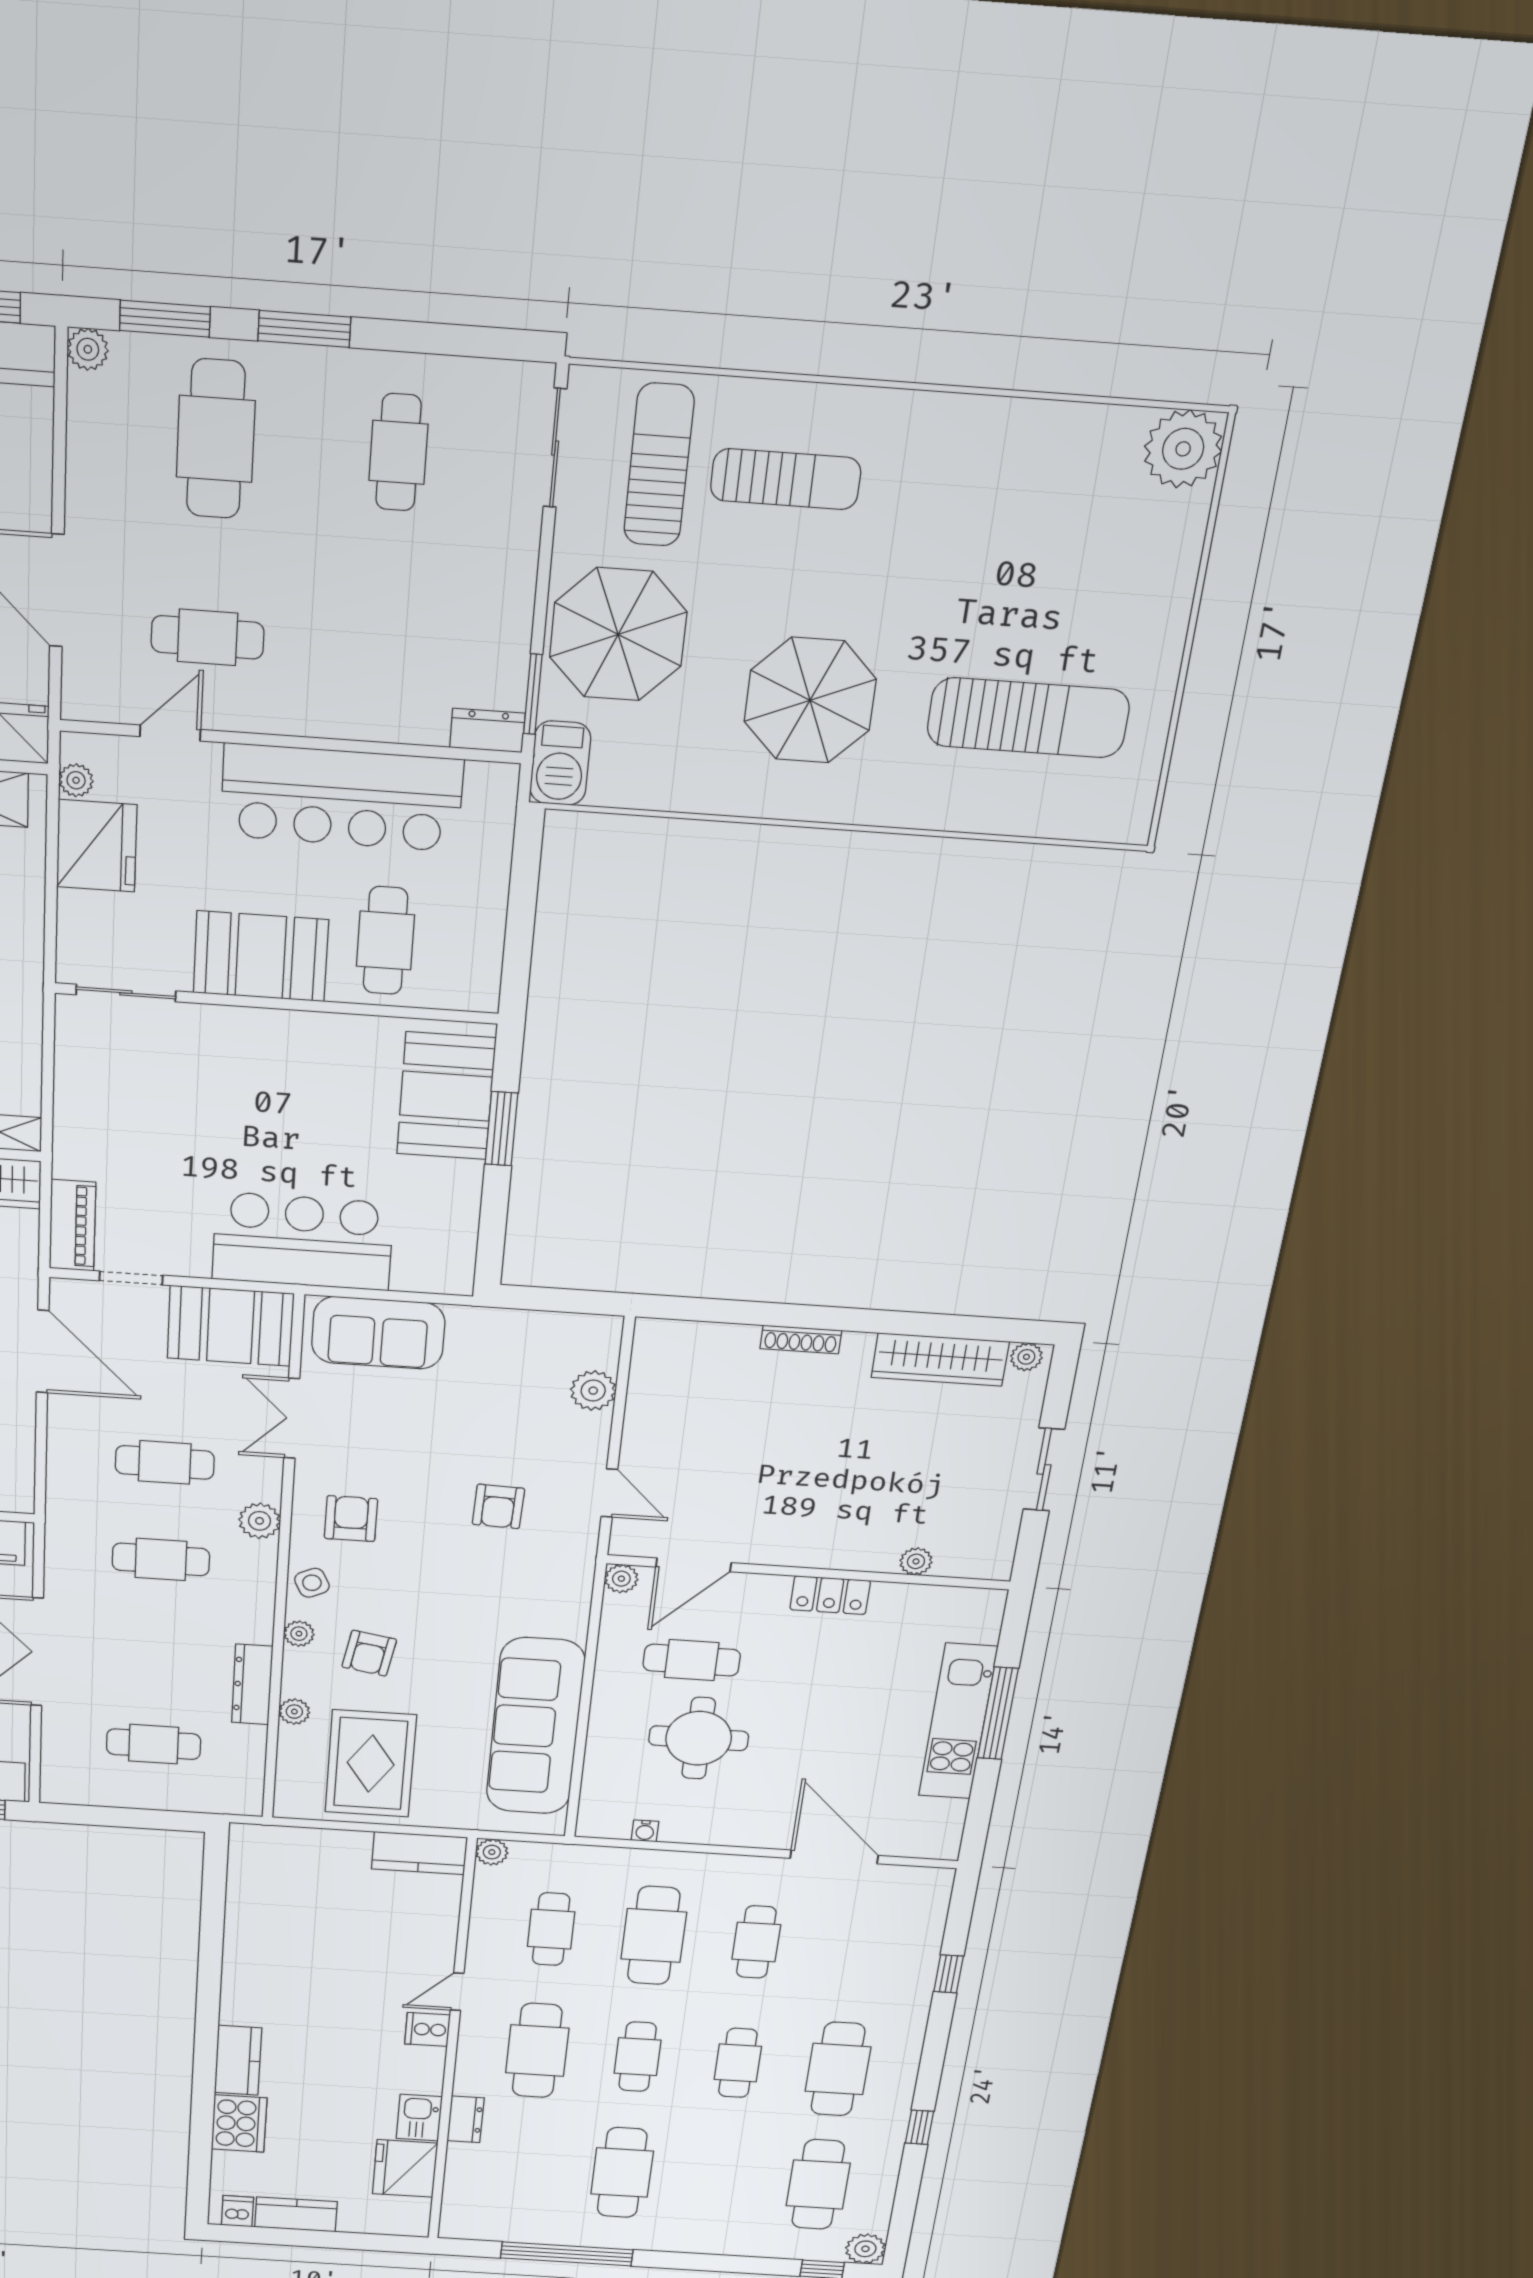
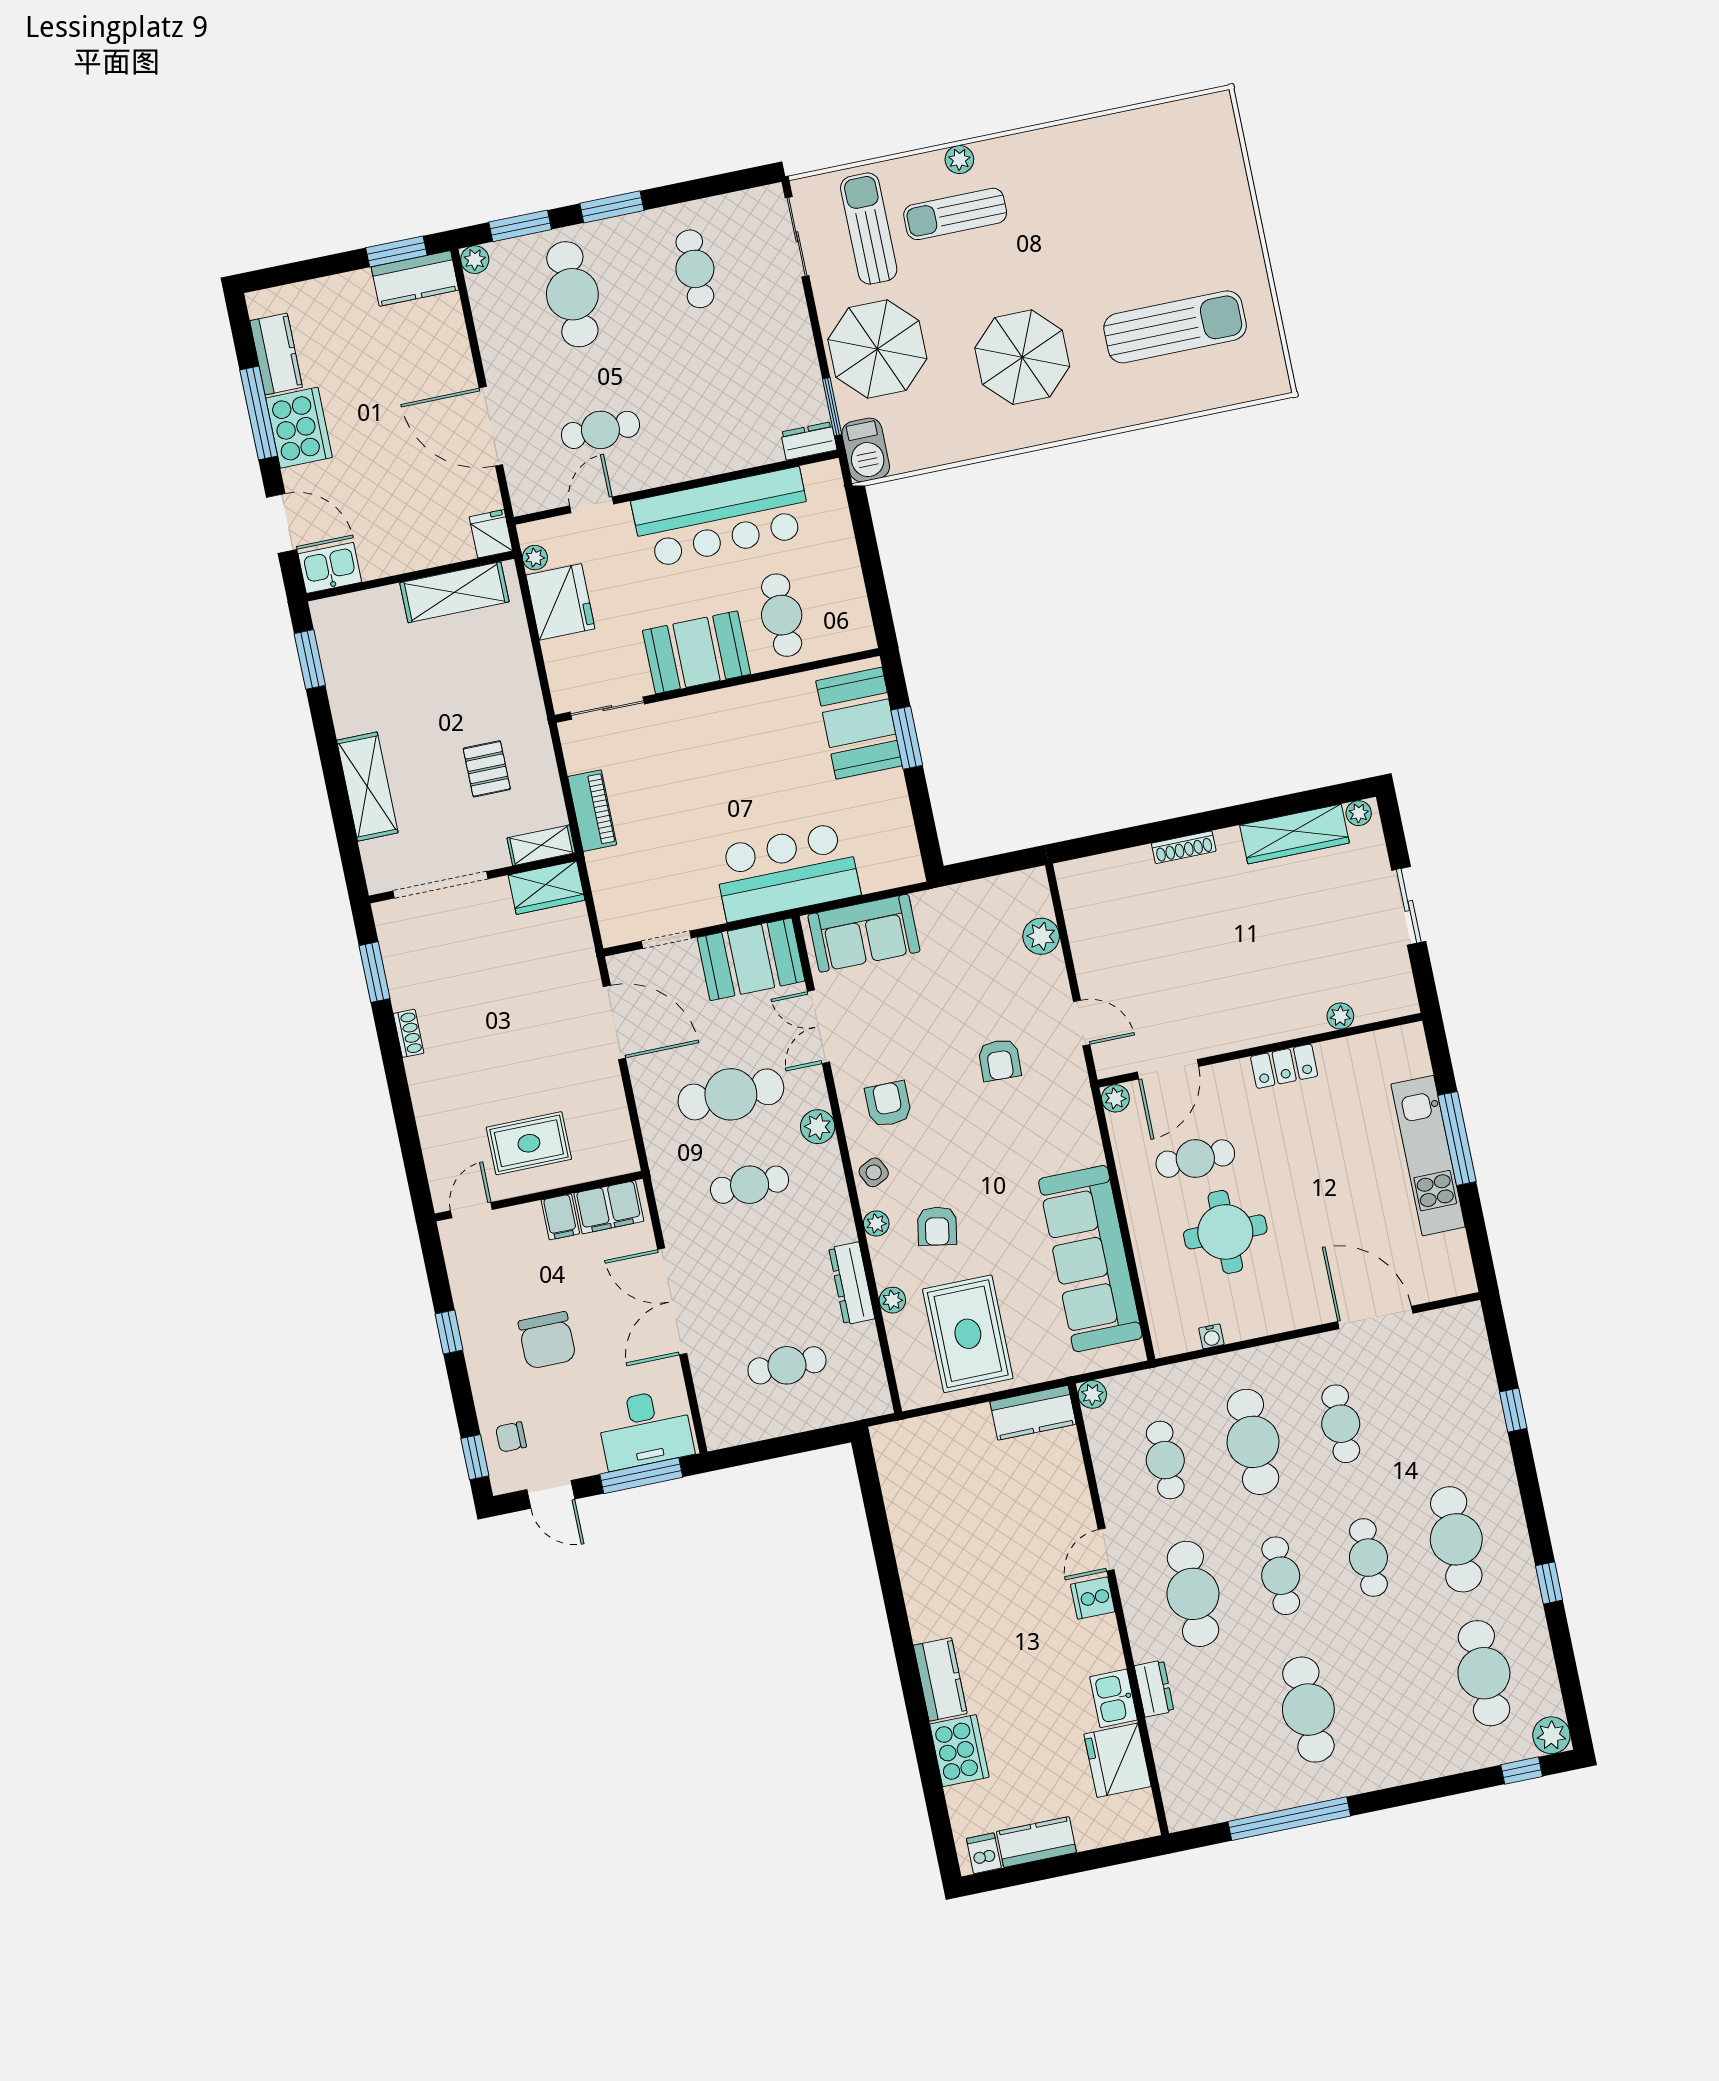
plant: (1183, 449) -> (959, 160), moved, width x0.53, depth x0.53
sun lounger: (786, 479) -> (955, 214), turned 180
piano: (72, 1225) -> (592, 811), moved
cafe table: (165, 1462) -> (731, 1094), width x1.37, depth x1.35

